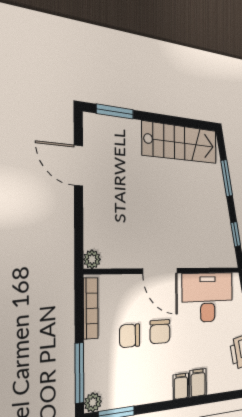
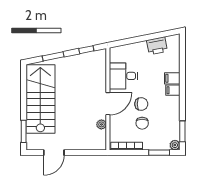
stairs: (180, 143) -> (40, 99), width x1.36, depth x1.51
plant: (92, 259) -> (101, 124), moved
desk: (208, 297) -> (123, 76), width x0.73
window: (79, 373) -> (159, 153), width x0.69

